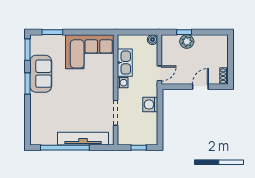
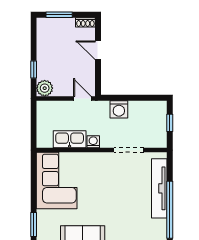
boiler: (153, 40) -> (42, 107), removed
plant: (187, 41) -> (45, 88), moved
window: (231, 54) -> (59, 15), added

